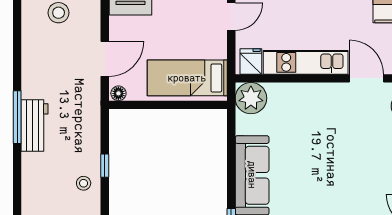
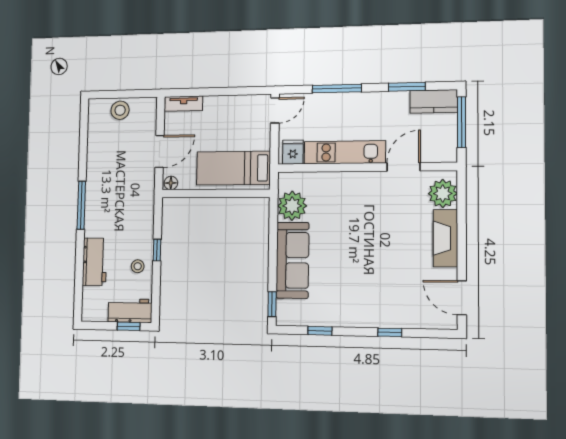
door: (366, 78) -> (404, 167), hinge flipped
plant: (251, 98) -> (292, 206), moved
workbench: (35, 125) -> (95, 262), moved

